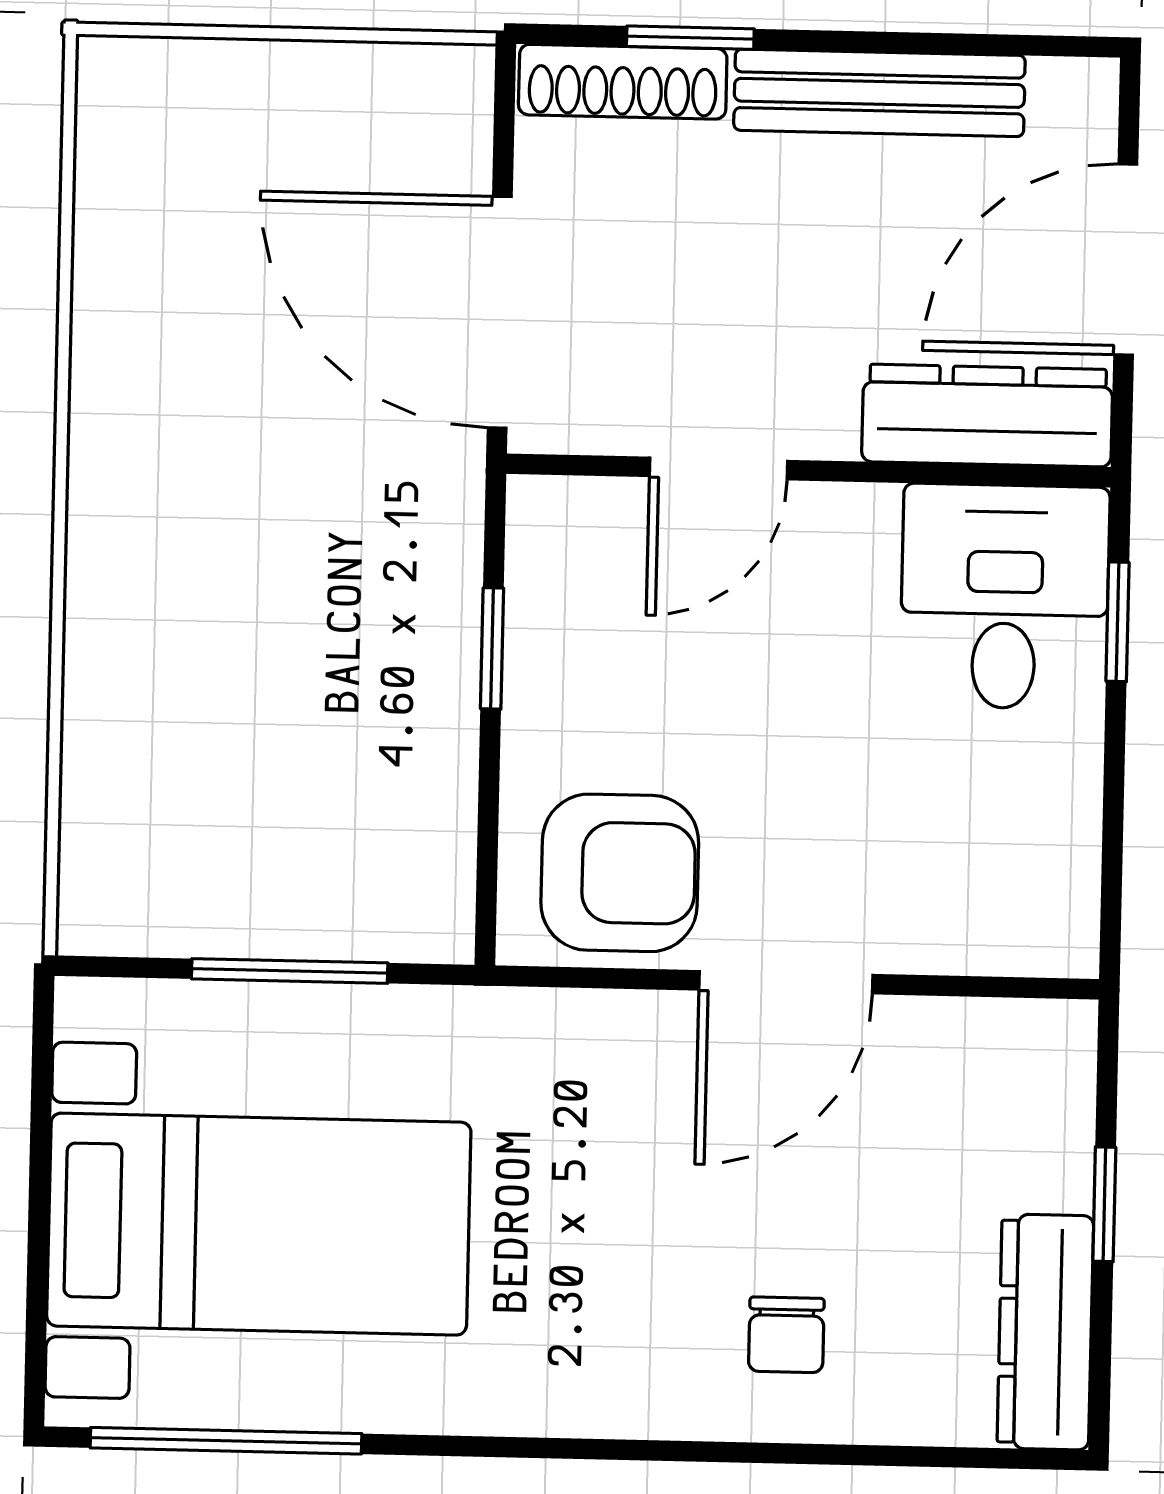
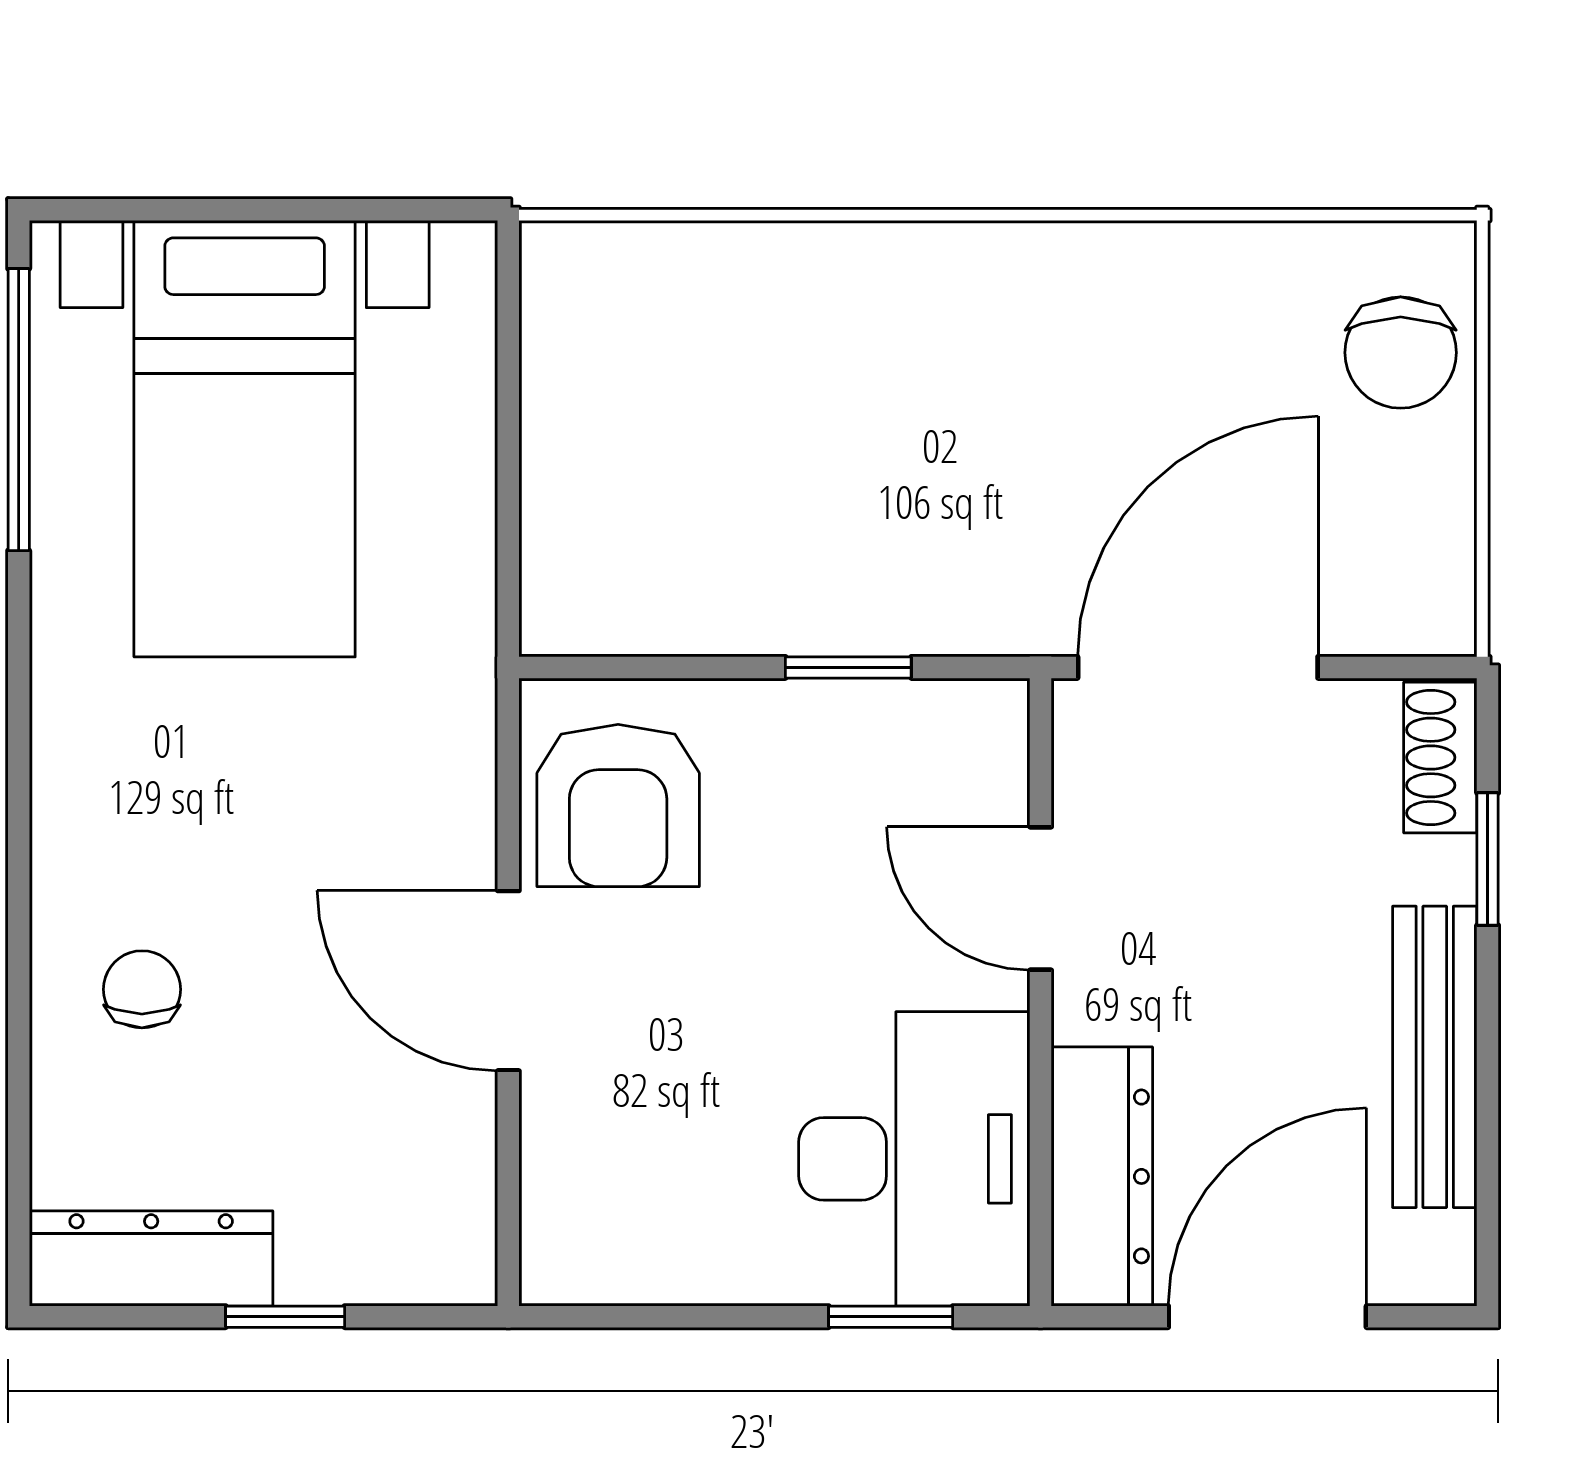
shoe rack: (623, 82) -> (1440, 757), width x0.70
chair: (201, 110) -> (1401, 353), added
door: (1126, 260) -> (1267, 1317), hinge flipped
desk: (1005, 597) -> (914, 1159), width x1.37
window: (290, 971) -> (508, 465), removed
chair: (786, 1335) -> (142, 989), turned 90

